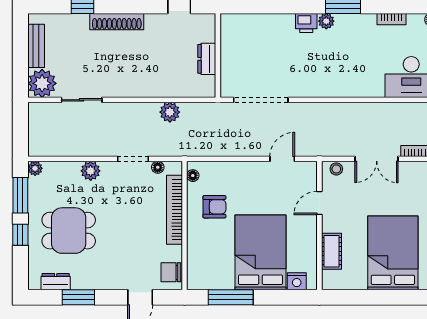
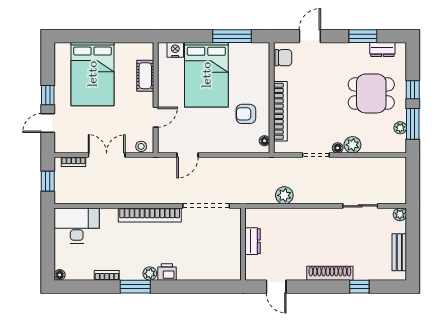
bookcase: (391, 19) -> (107, 275), moved
plant: (42, 83) -> (400, 214), width x0.53, depth x0.53
bookcase: (326, 89) -> (150, 215), added
floor lamp: (158, 167) -> (338, 148), moved
plant: (35, 168) -> (400, 128), moved

